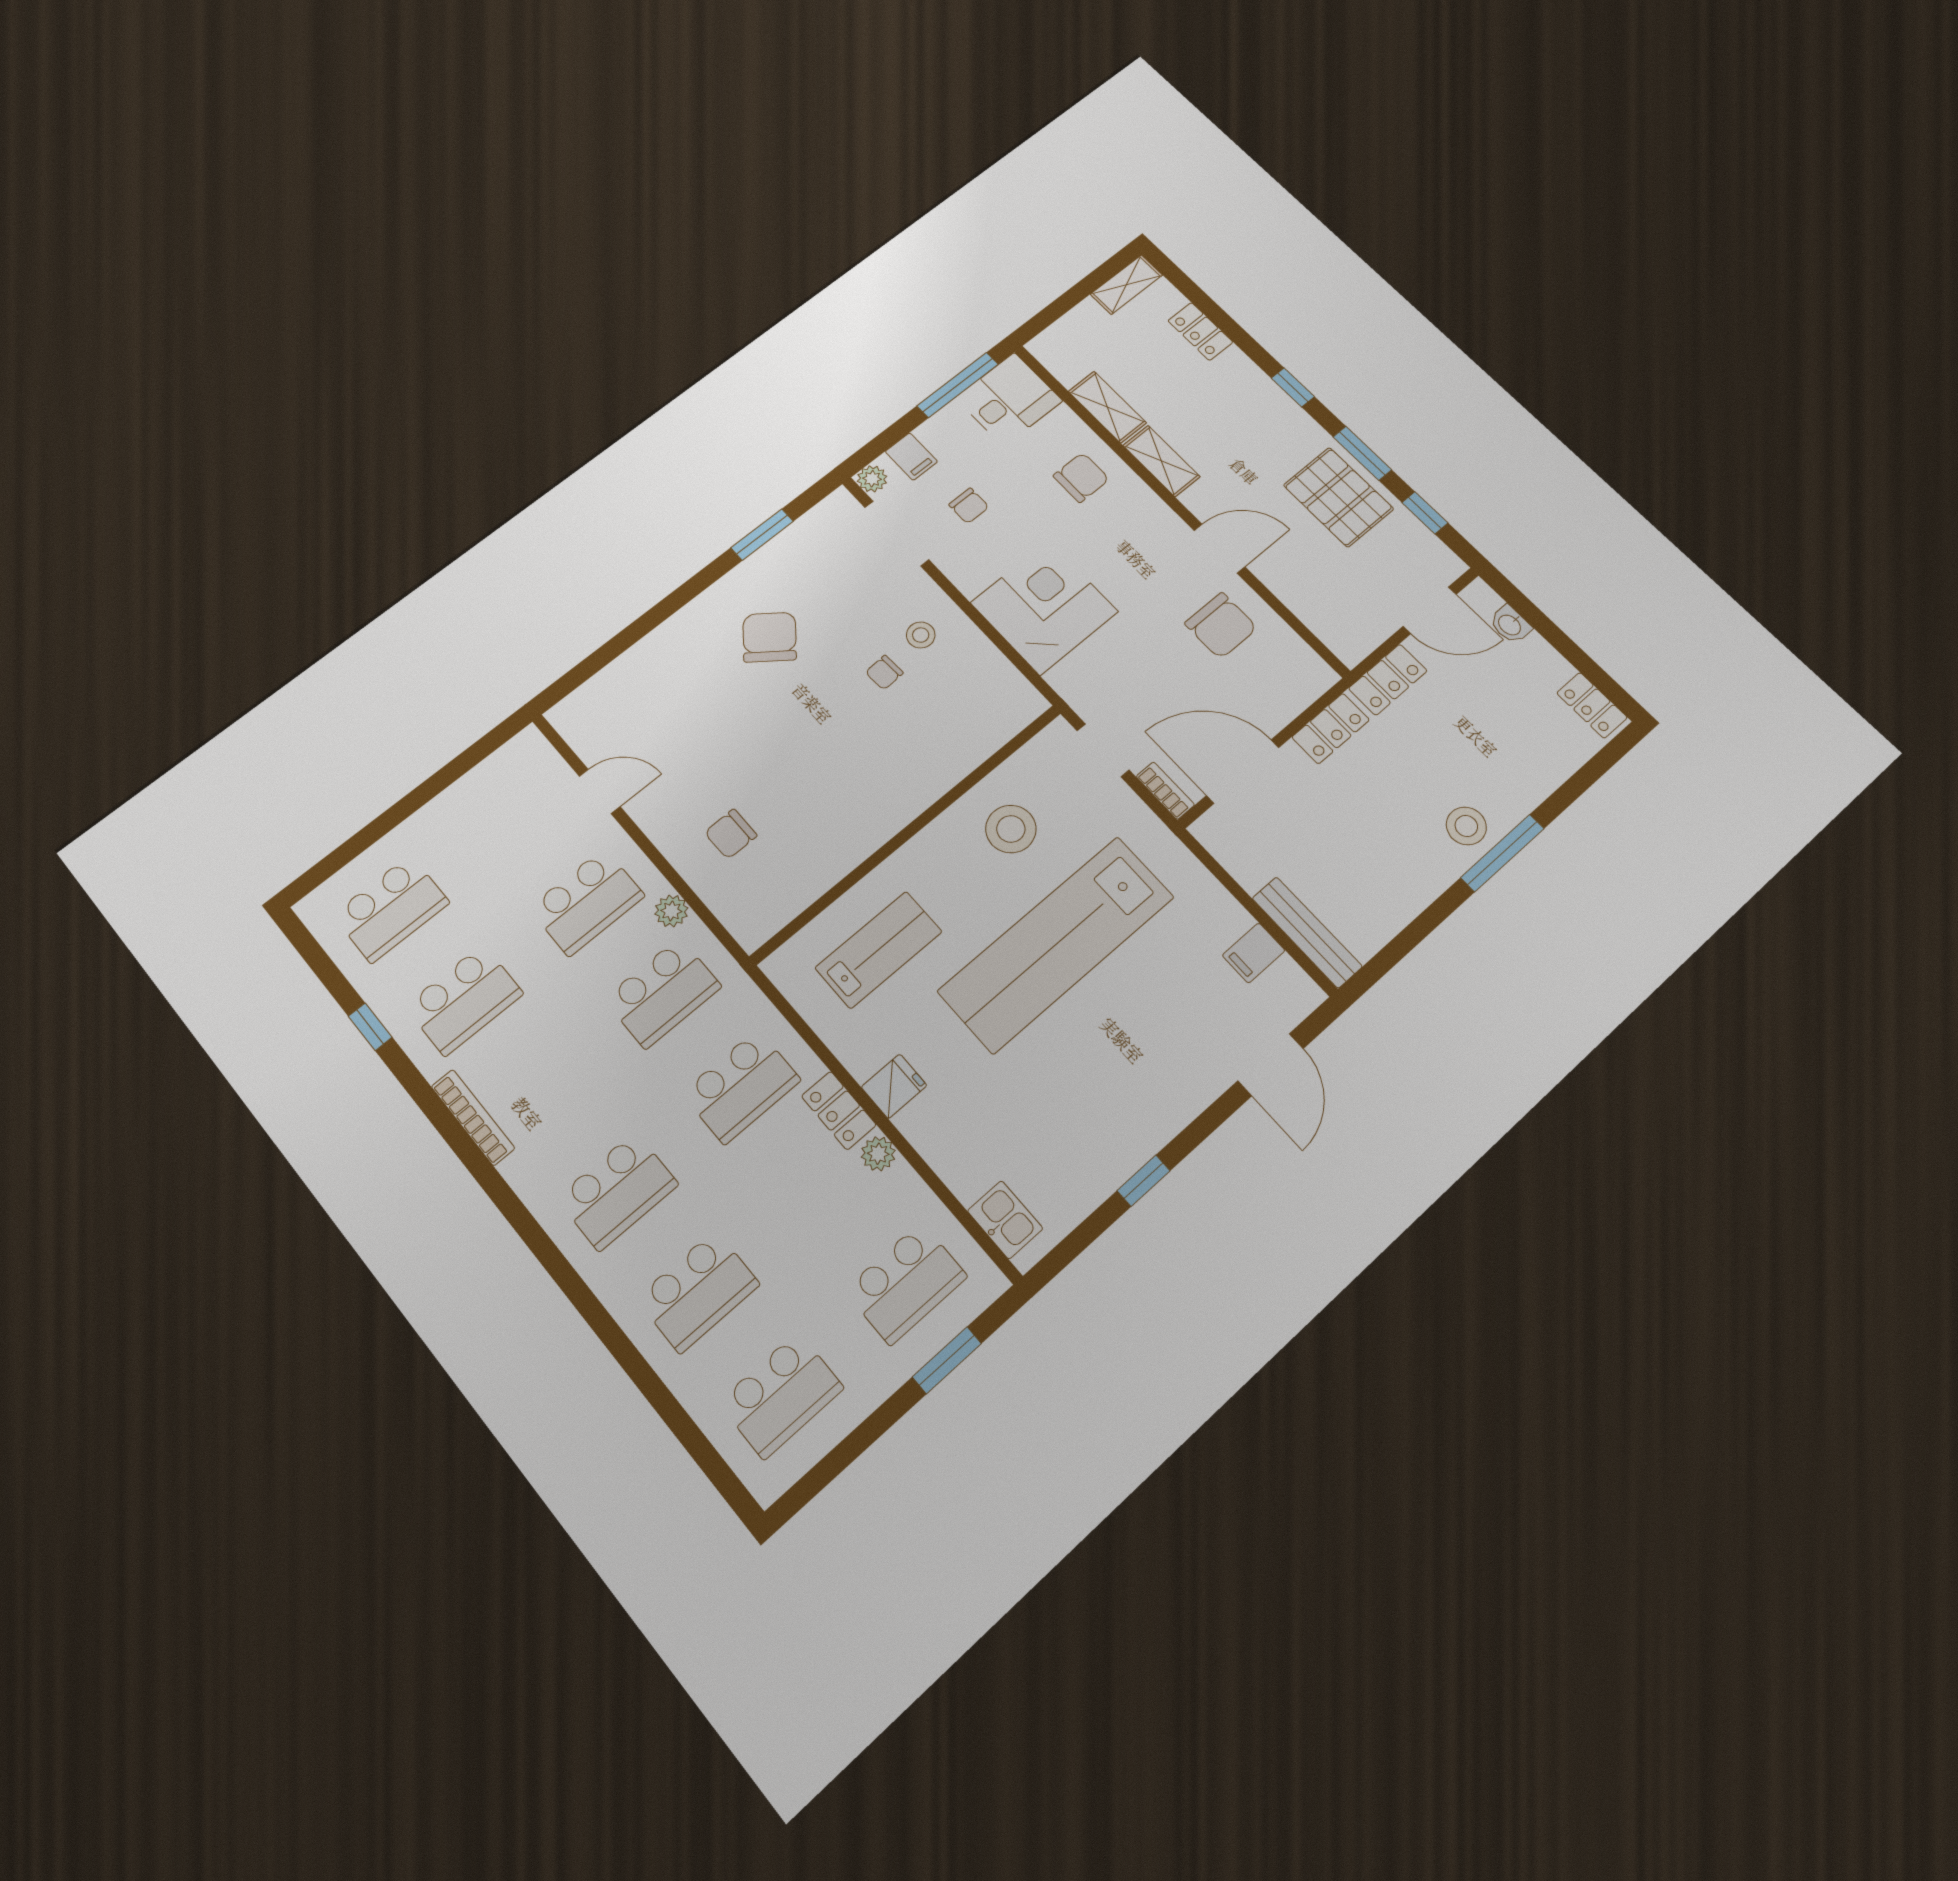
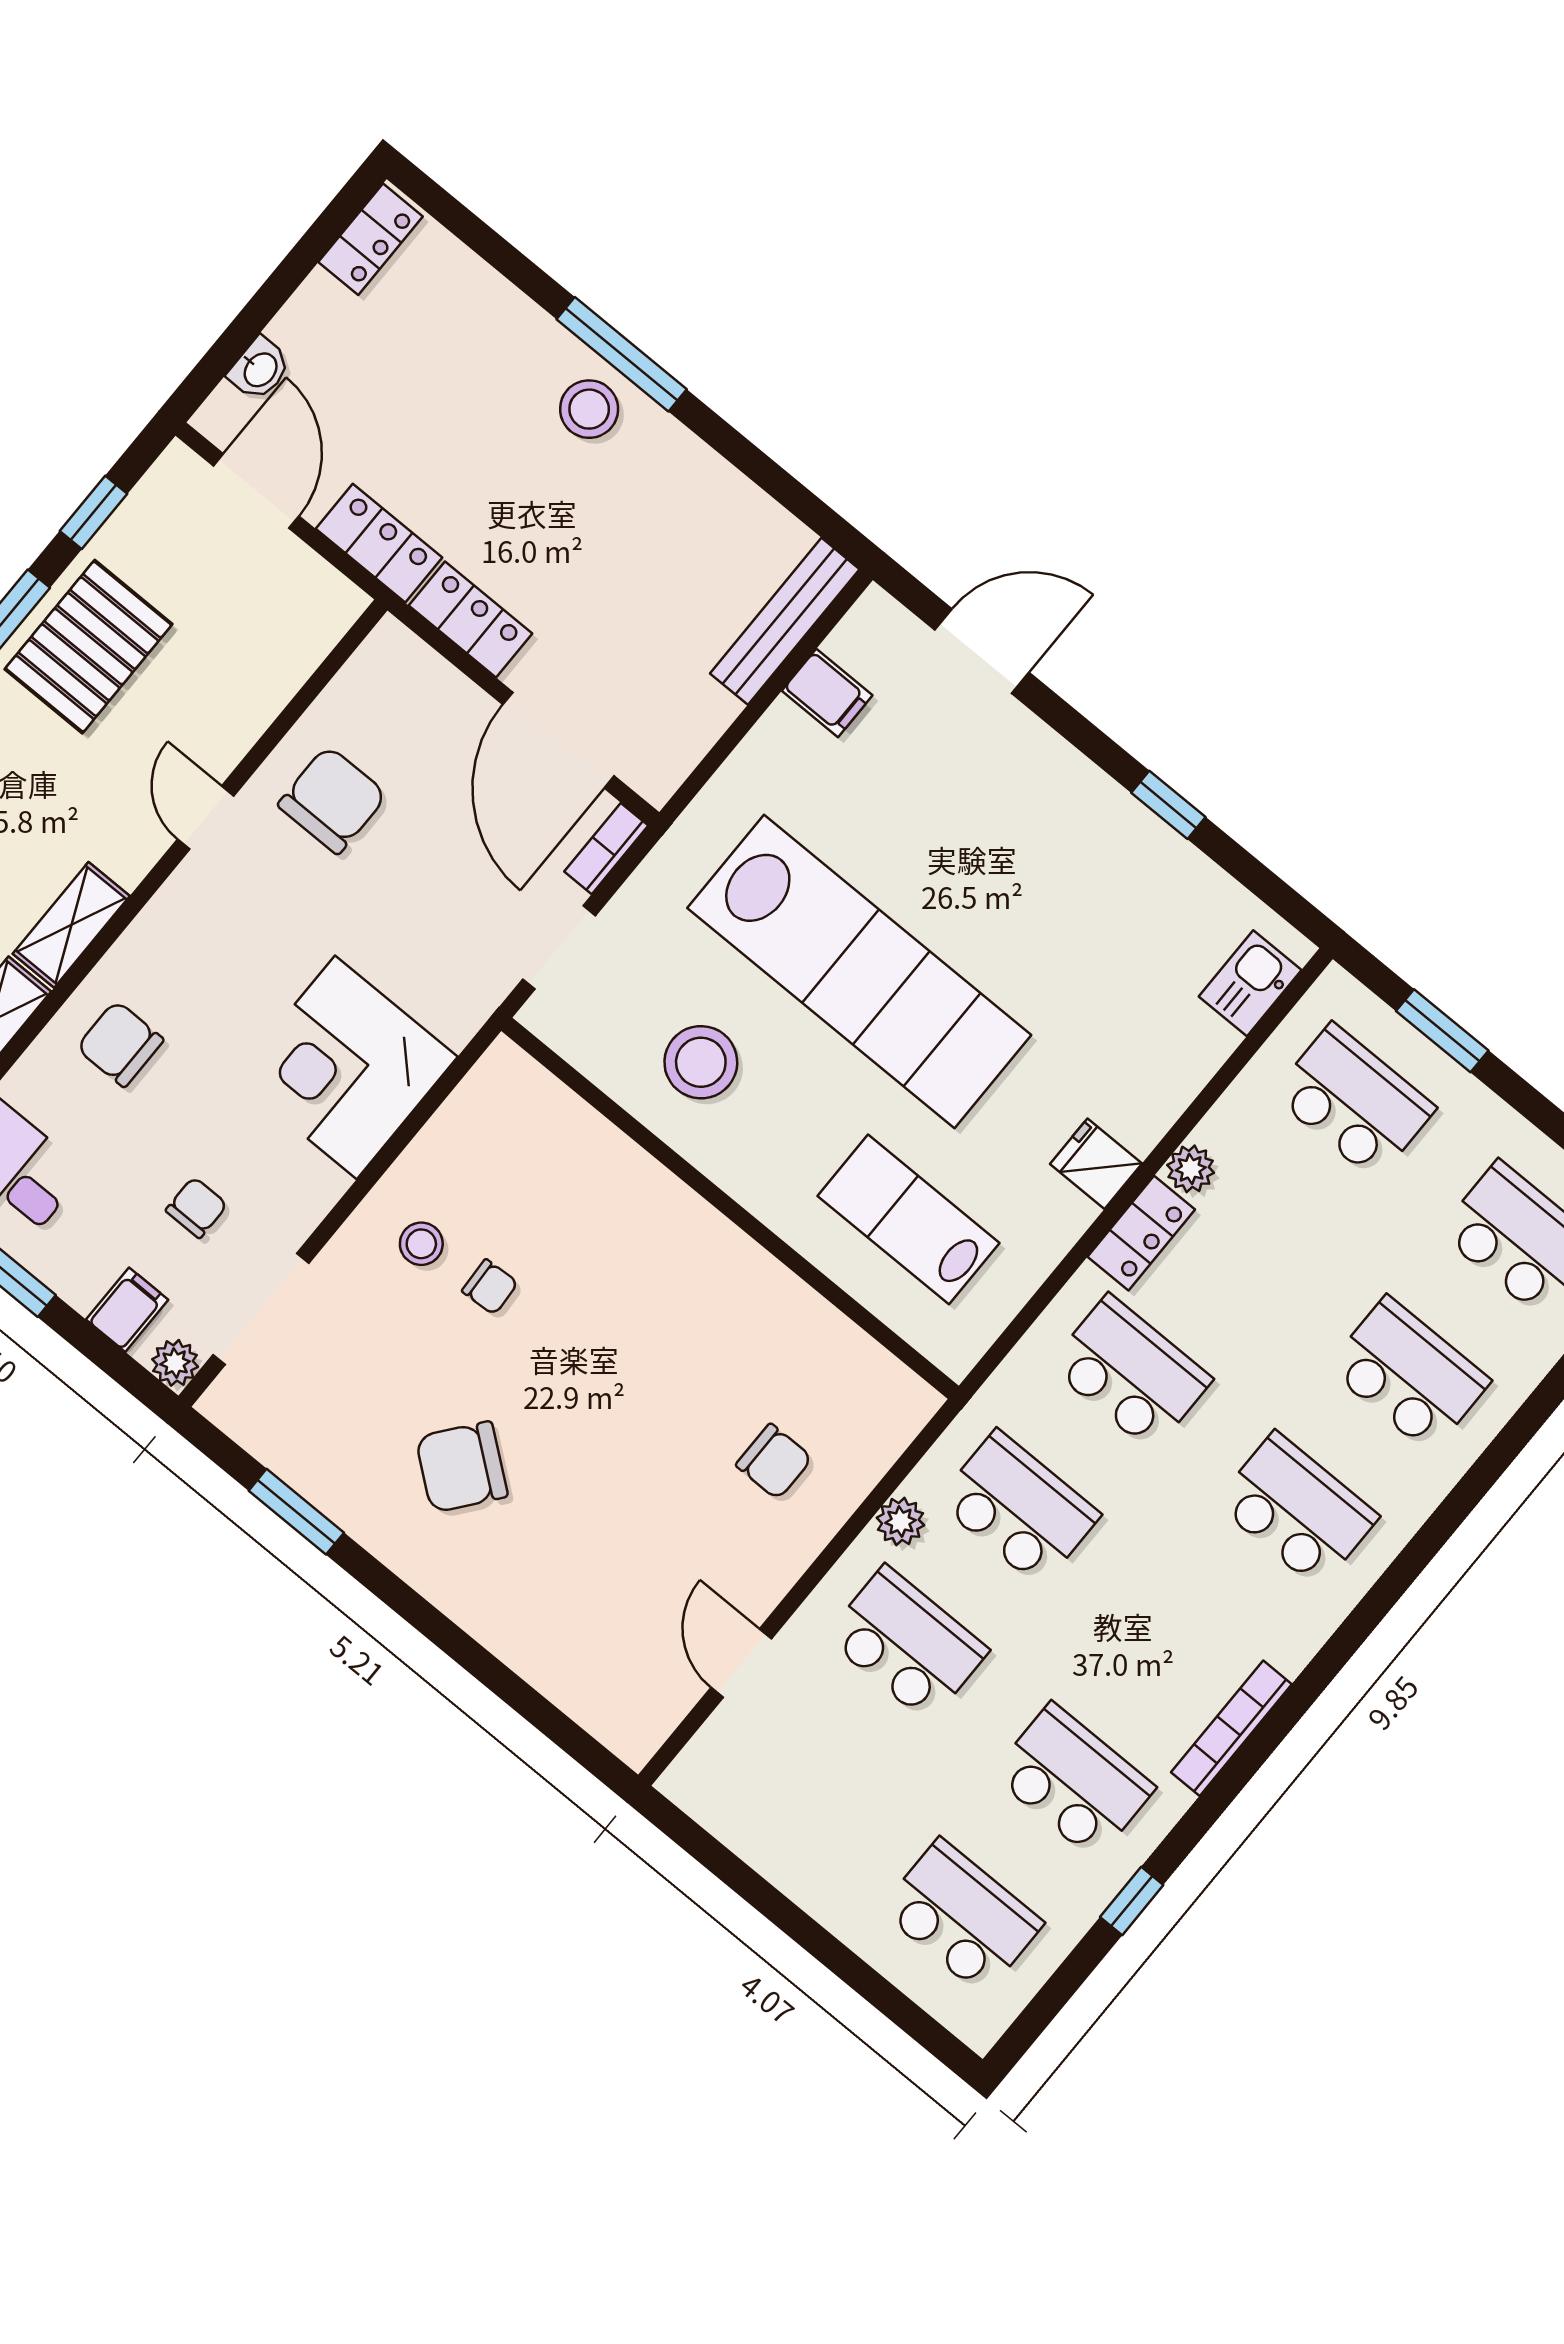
door: (1219, 549) -> (206, 818), width x0.73

